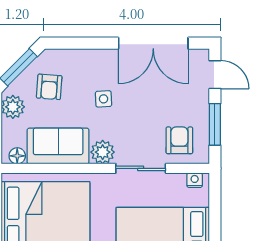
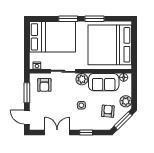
window: (94, 43) -> (86, 132), added
double door: (153, 43) -> (57, 132), width x0.73

